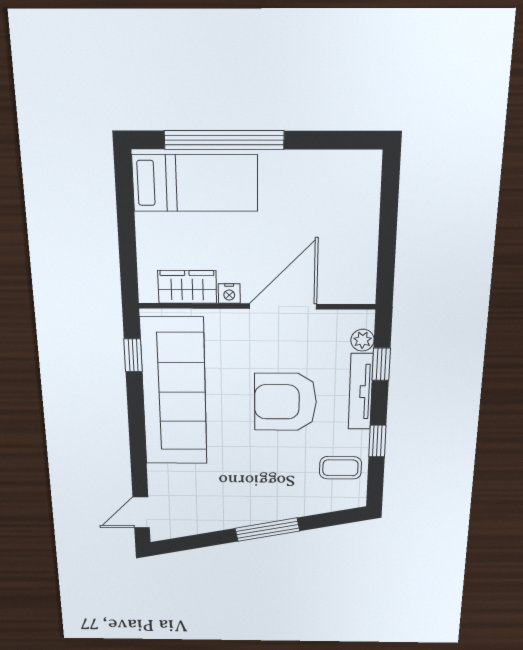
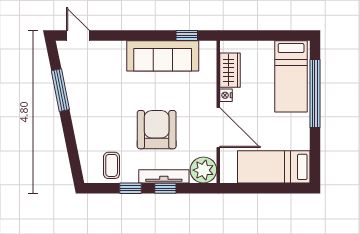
bed: (352, 214) -> (274, 167), added
plant: (362, 340) -> (203, 170), width x1.88, depth x1.88
window: (381, 364) -> (165, 188), moved
sofa: (174, 392) -> (163, 56), width x0.74, depth x0.79
window: (267, 530) -> (60, 90), moved

